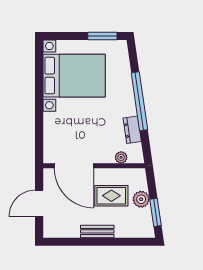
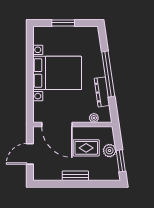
window: (102, 36) -> (63, 23), moved
bed with nightstands: (74, 76) -> (57, 73), moved
dresser: (132, 130) -> (102, 92), width x1.44

